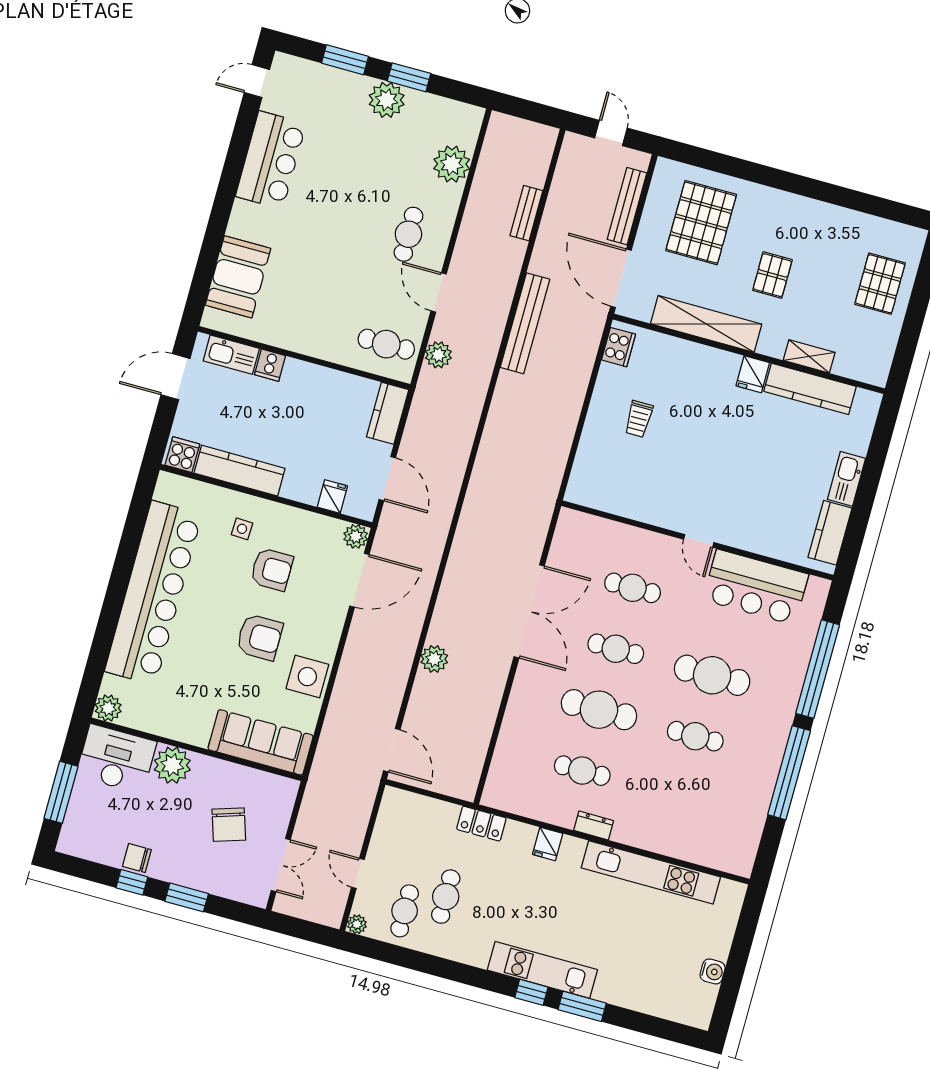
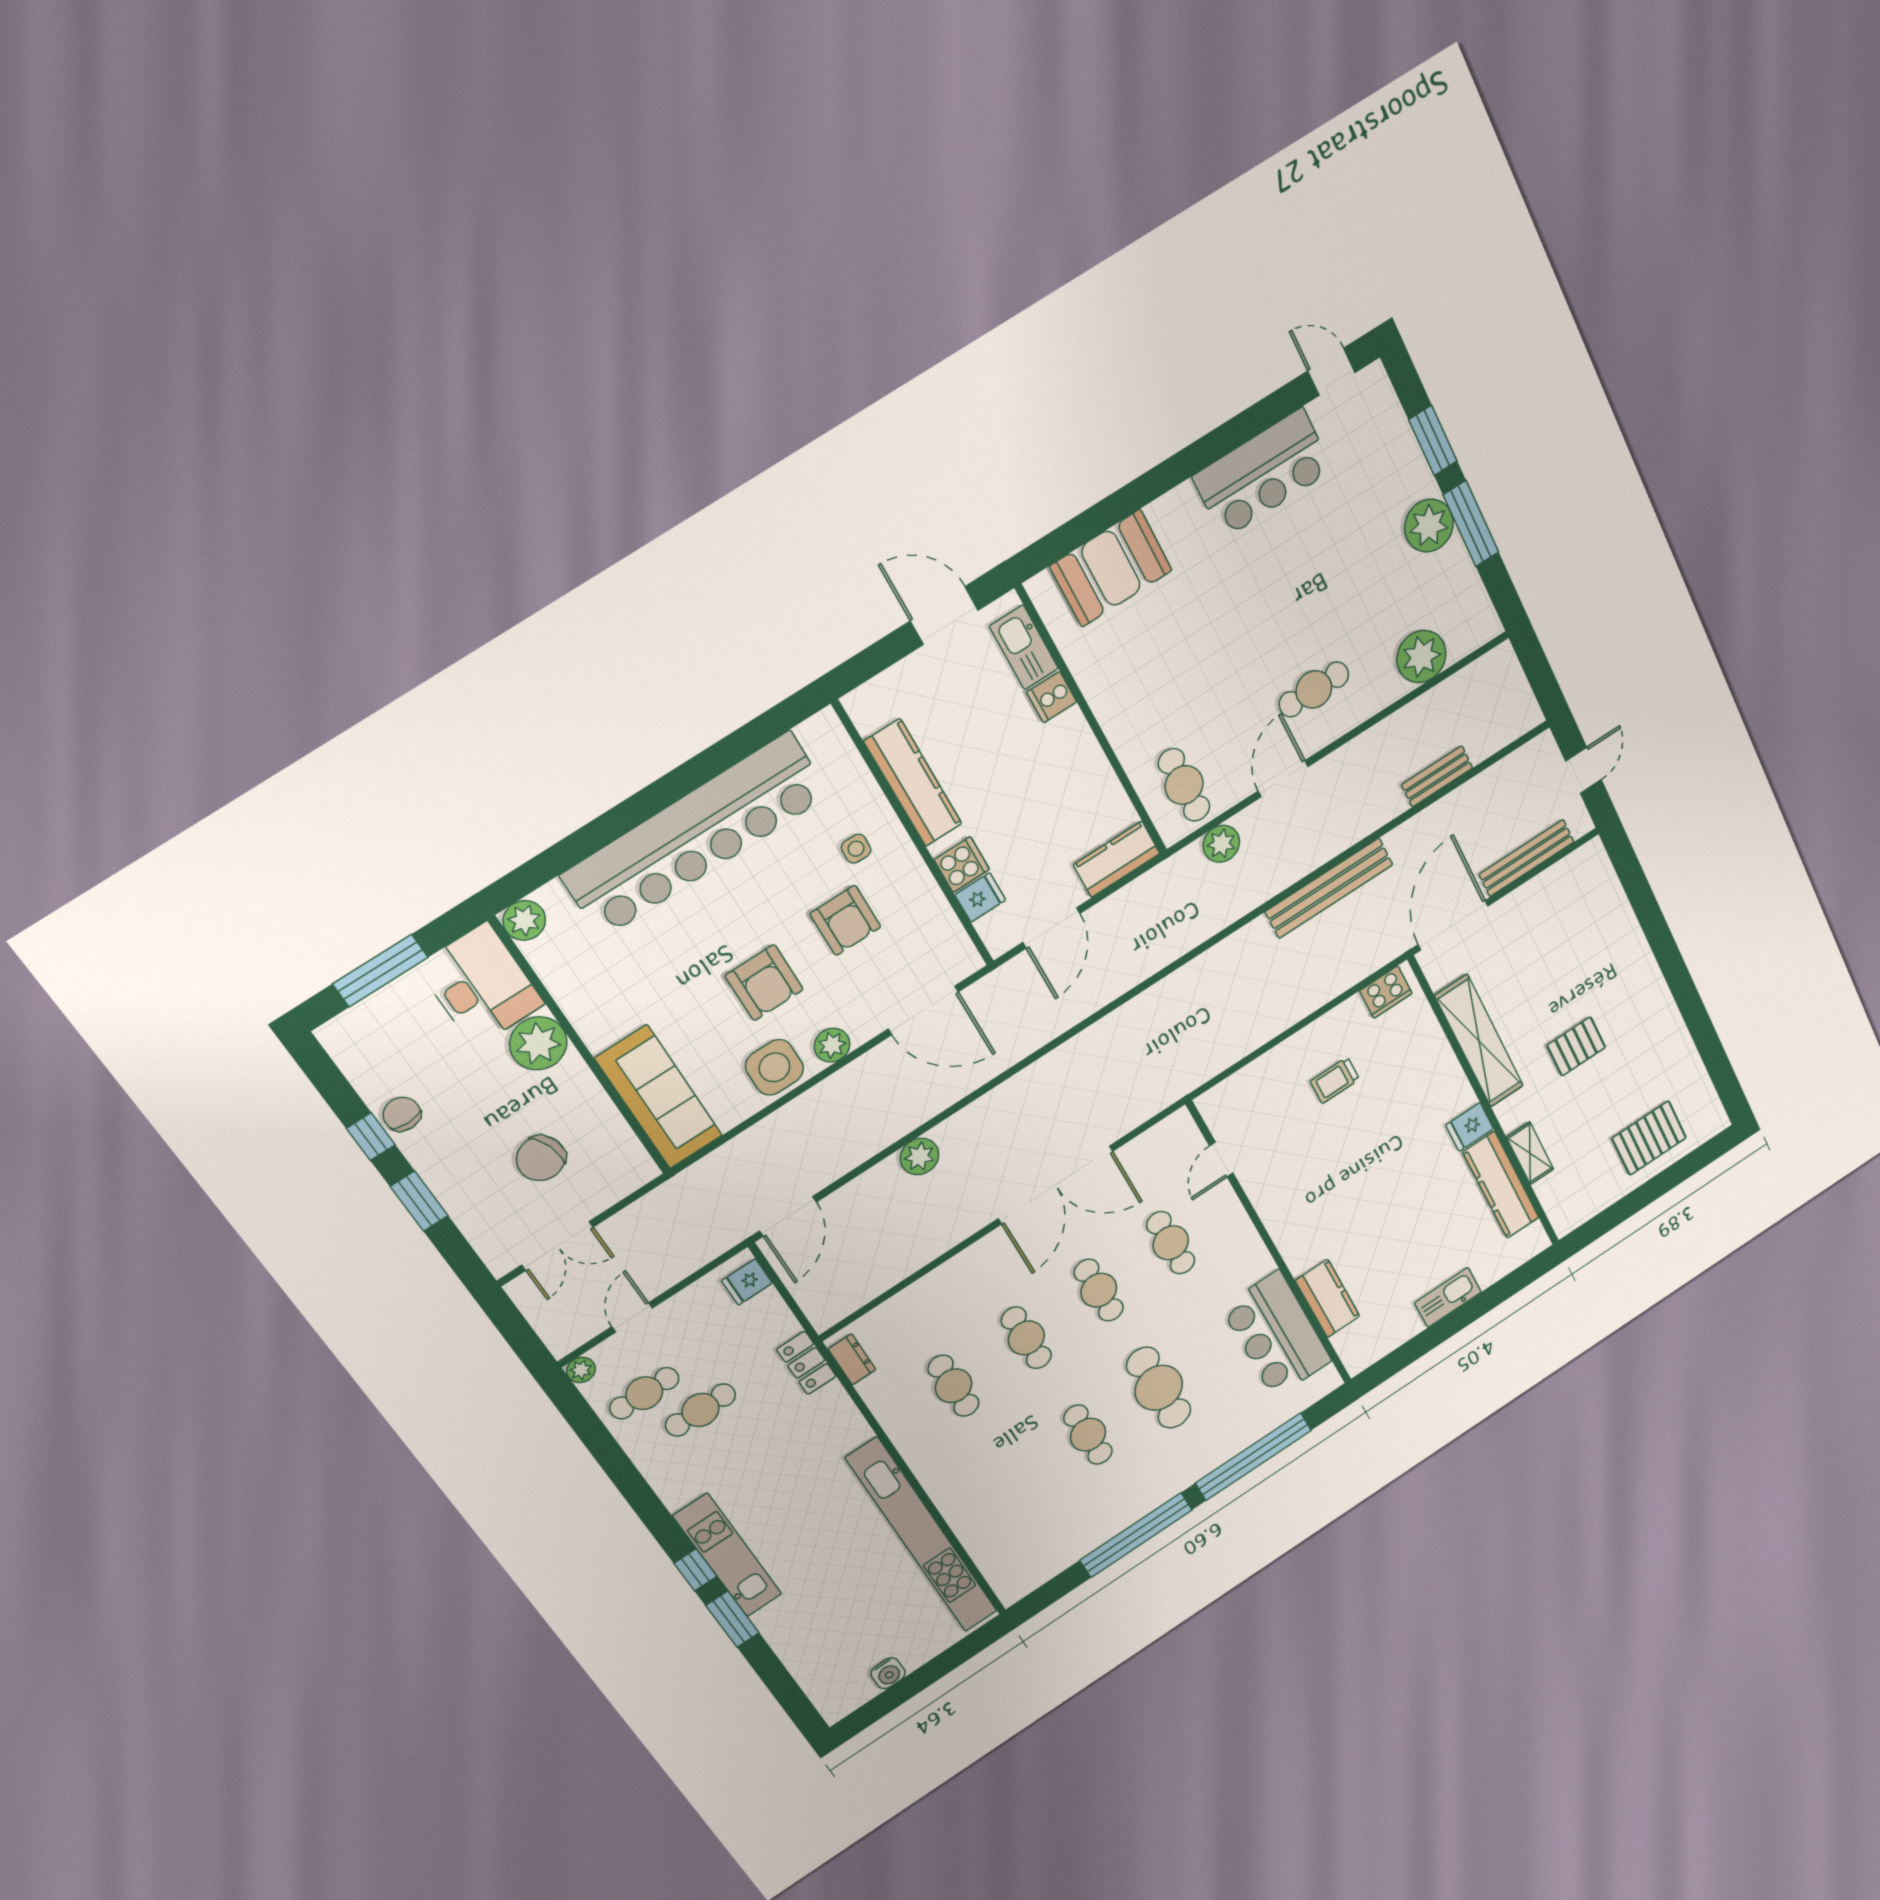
window: (409, 77) -> (1471, 524), width x1.44
pallet: (701, 223) -> (1570, 937), removed
cooker: (182, 455) -> (962, 864), moved
kitchen counter: (830, 533) -> (1327, 1298), moved, turned 90
plant: (356, 536) -> (832, 1045), moved
door: (699, 541) -> (1221, 1160), moved
cafe table: (599, 710) -> (1026, 1338), width x0.73, depth x0.74
dresser: (594, 826) -> (852, 1359), moved
fridge: (548, 844) -> (747, 1282), moved
kitchen unit: (651, 872) -> (922, 1536), width x1.36

